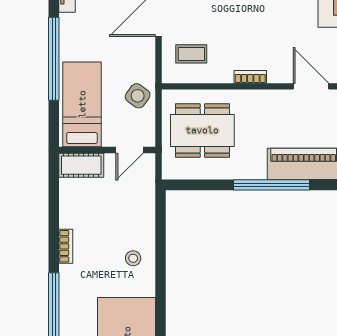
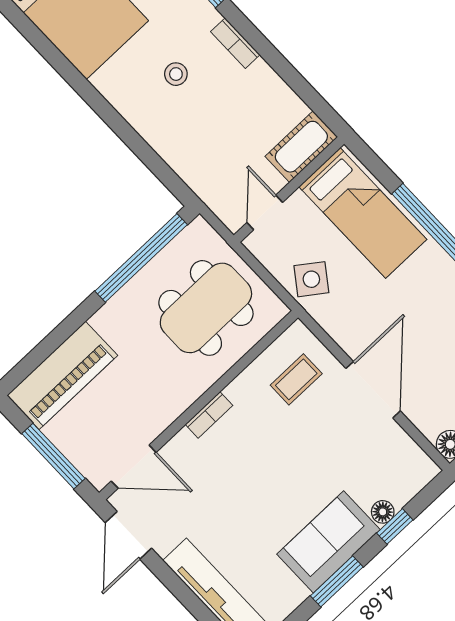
window: (271, 185) -> (141, 258), moved
stool: (133, 258) -> (176, 74), moved

